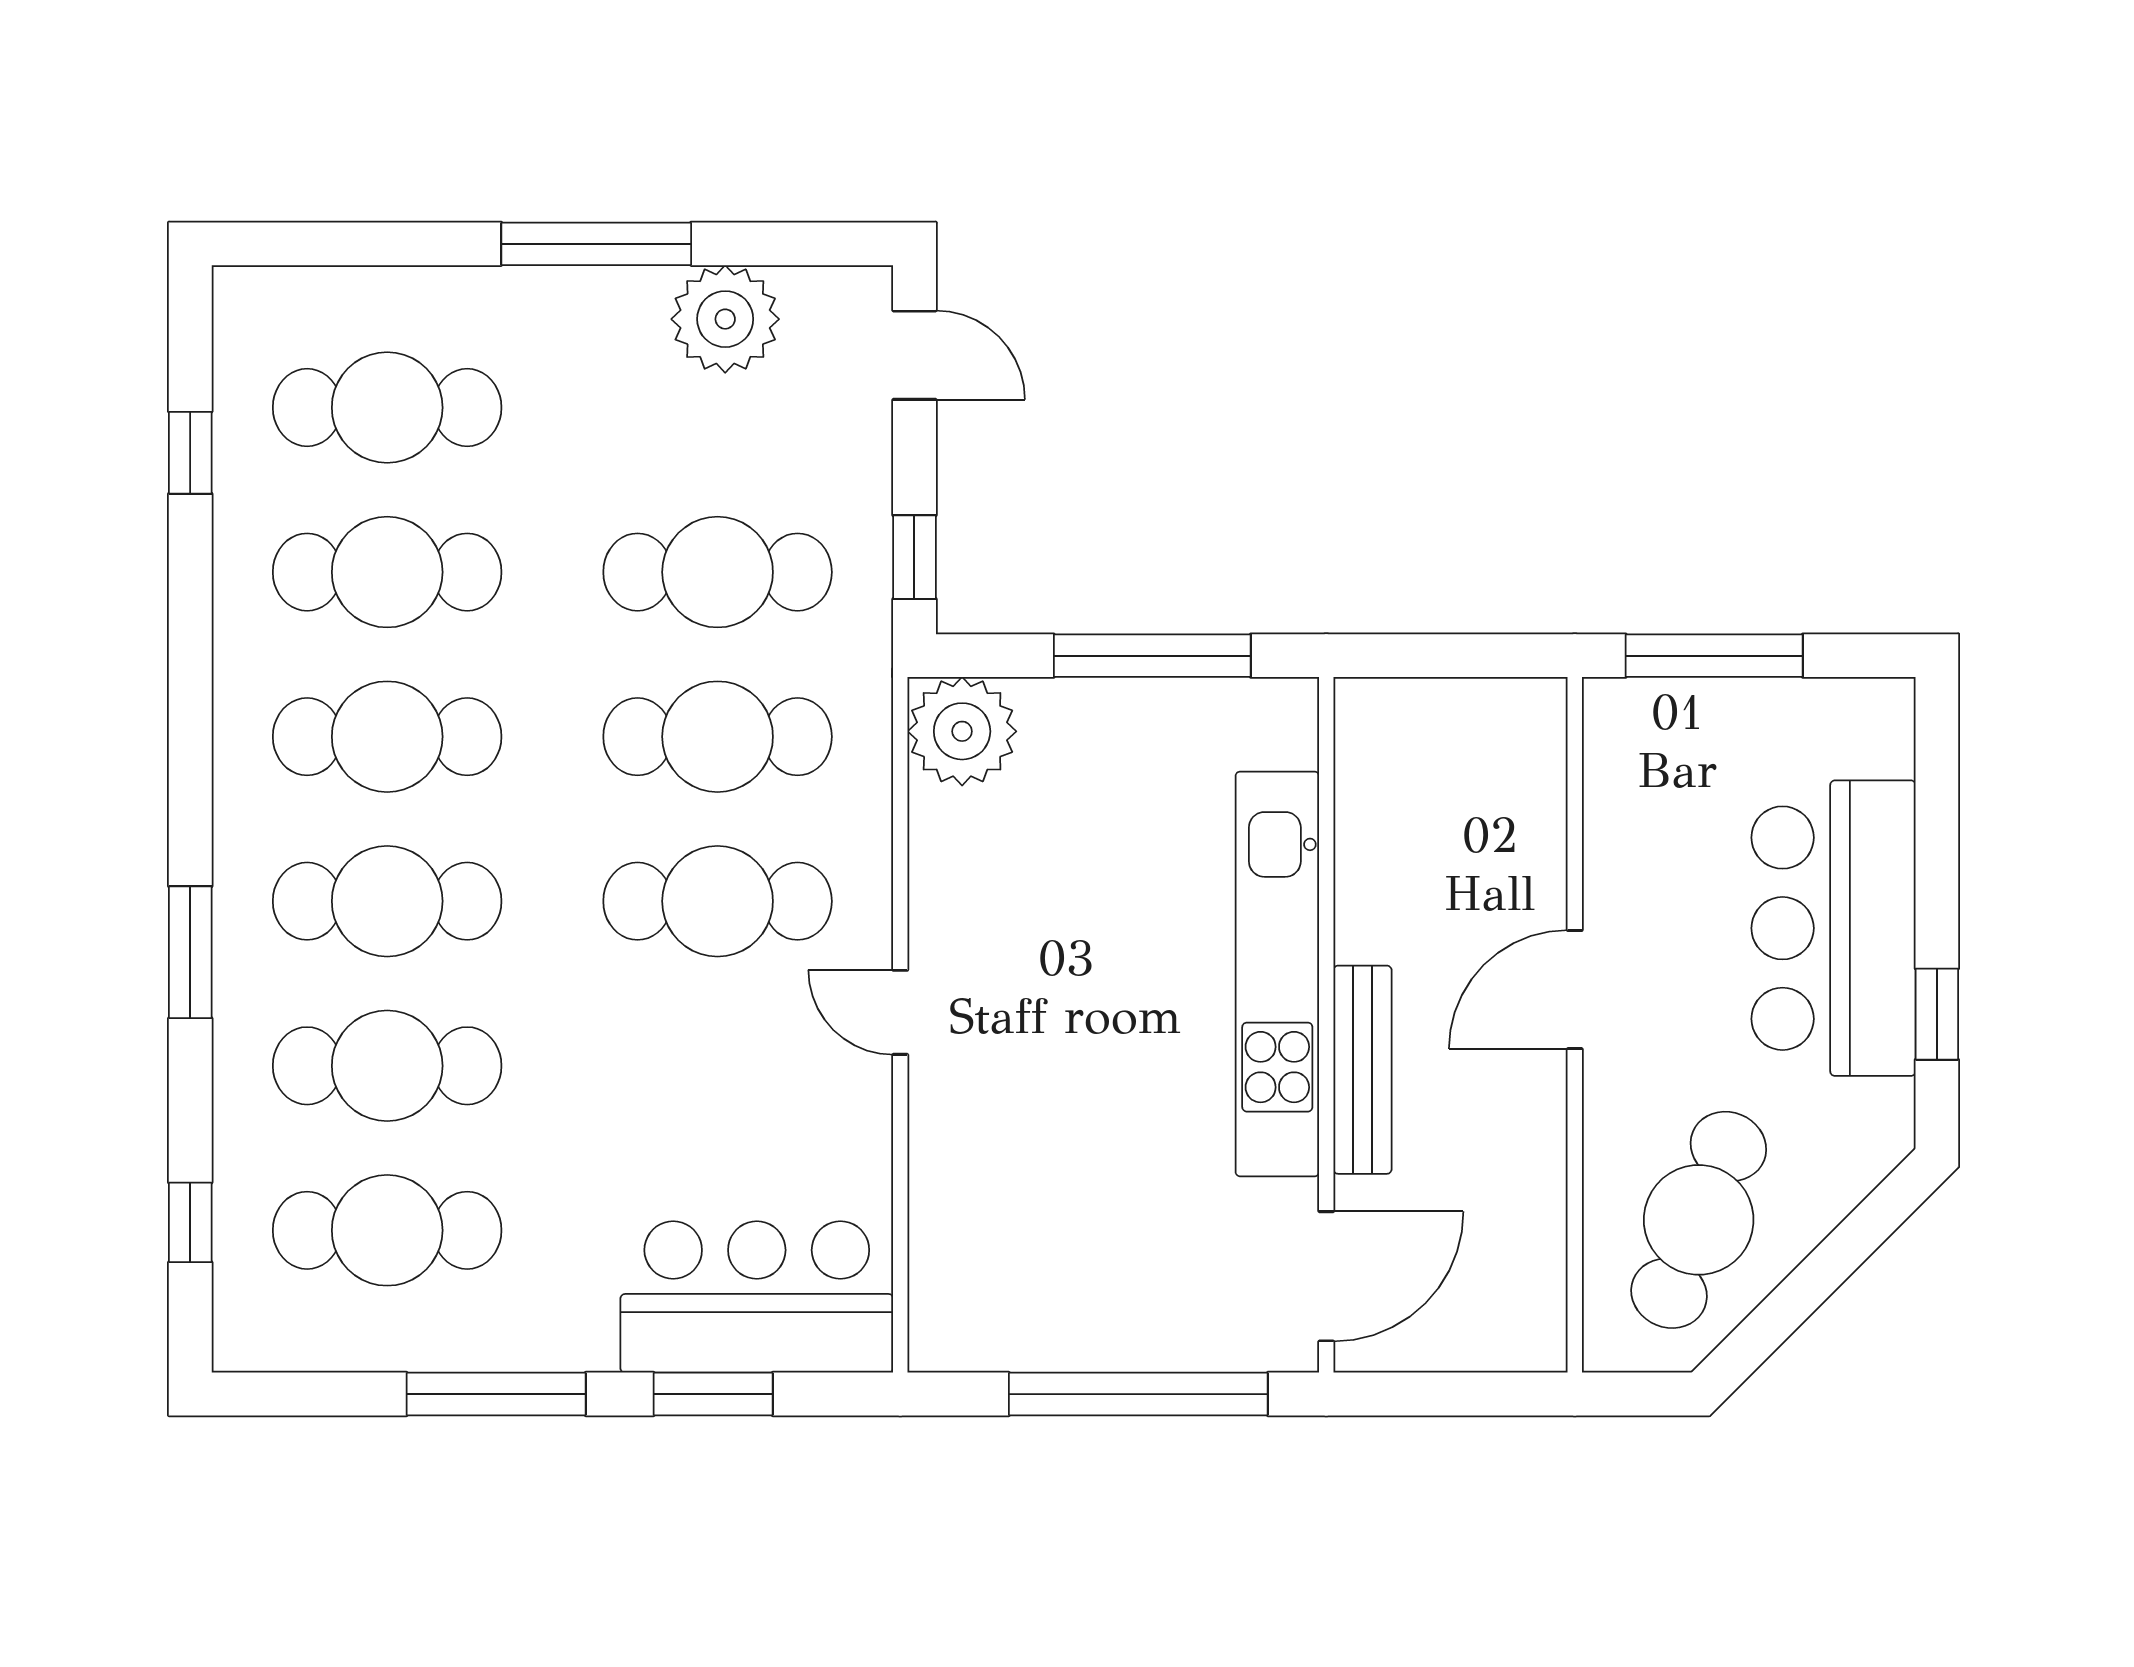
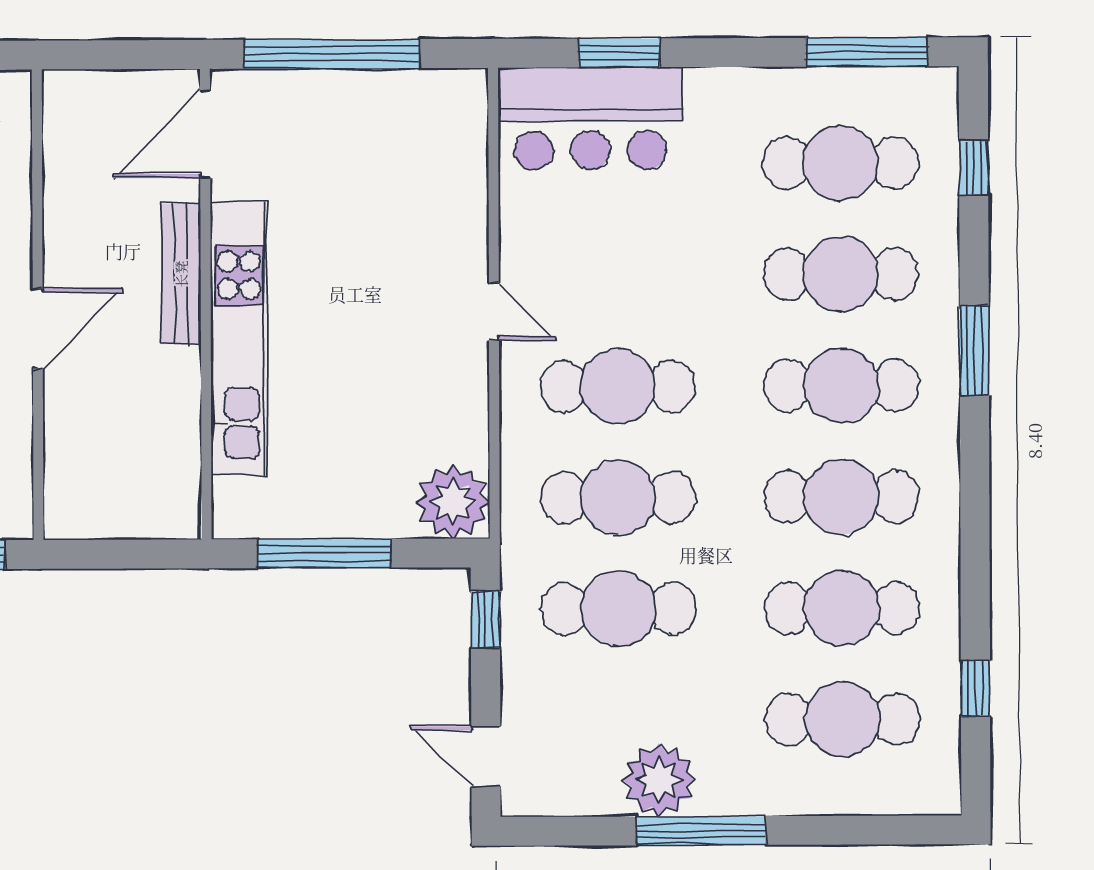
plant: (725, 319) -> (659, 780), moved
window: (496, 1394) -> (866, 52), moved

